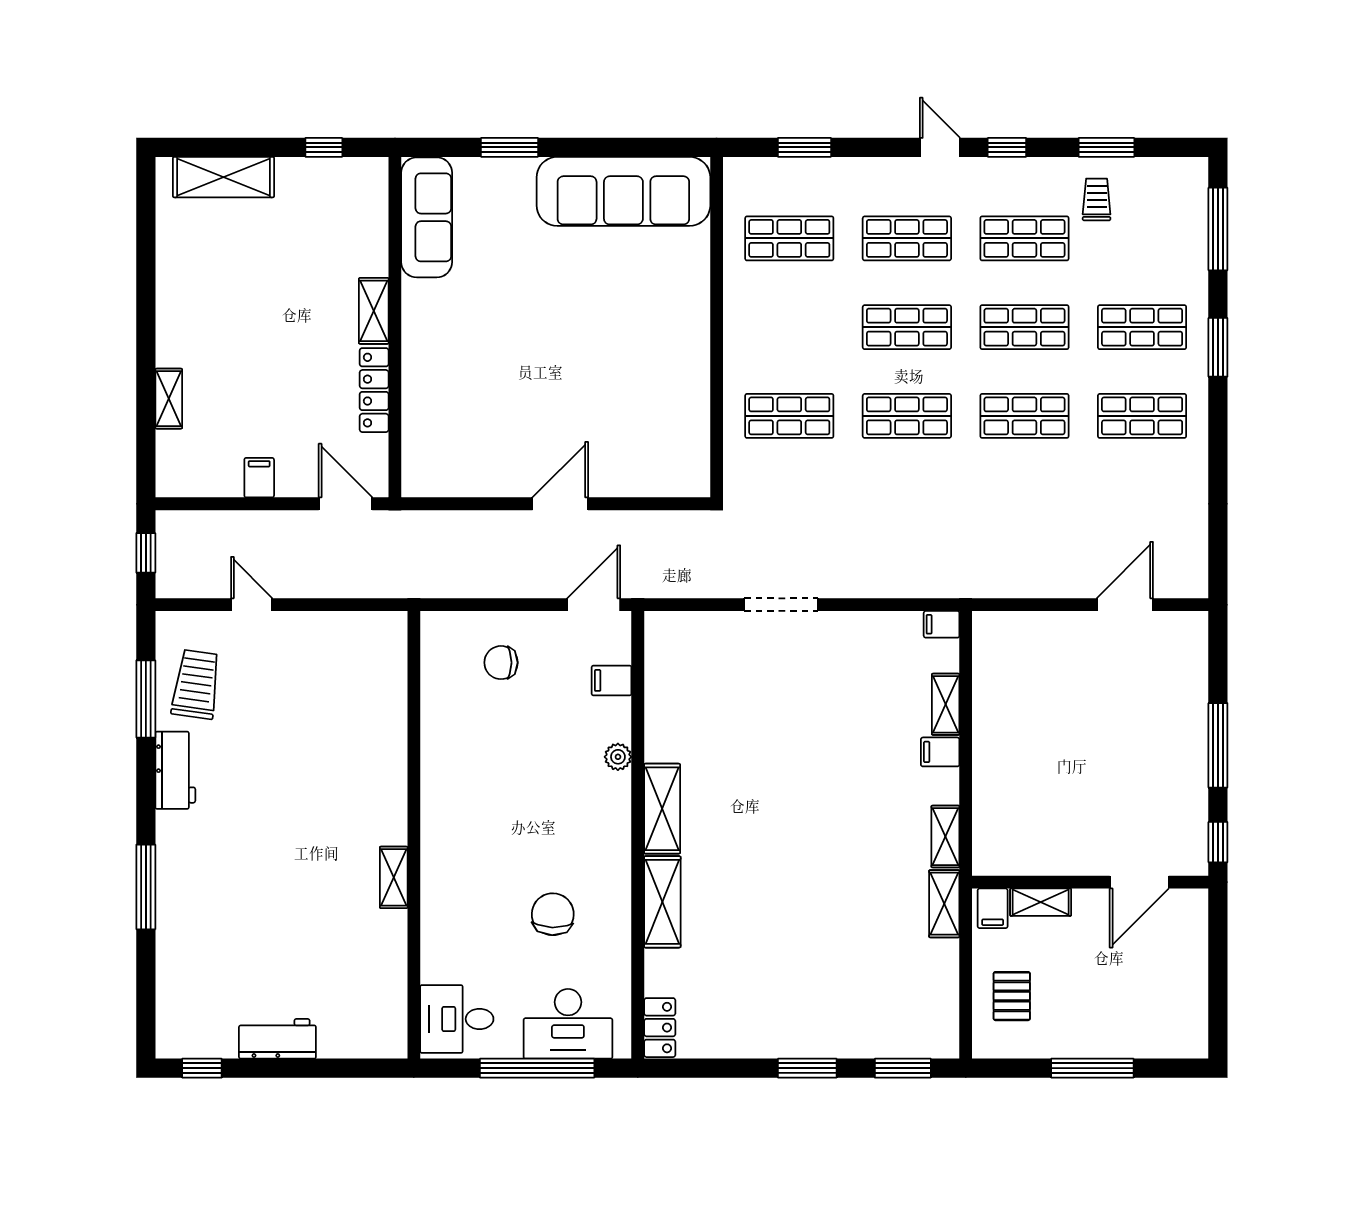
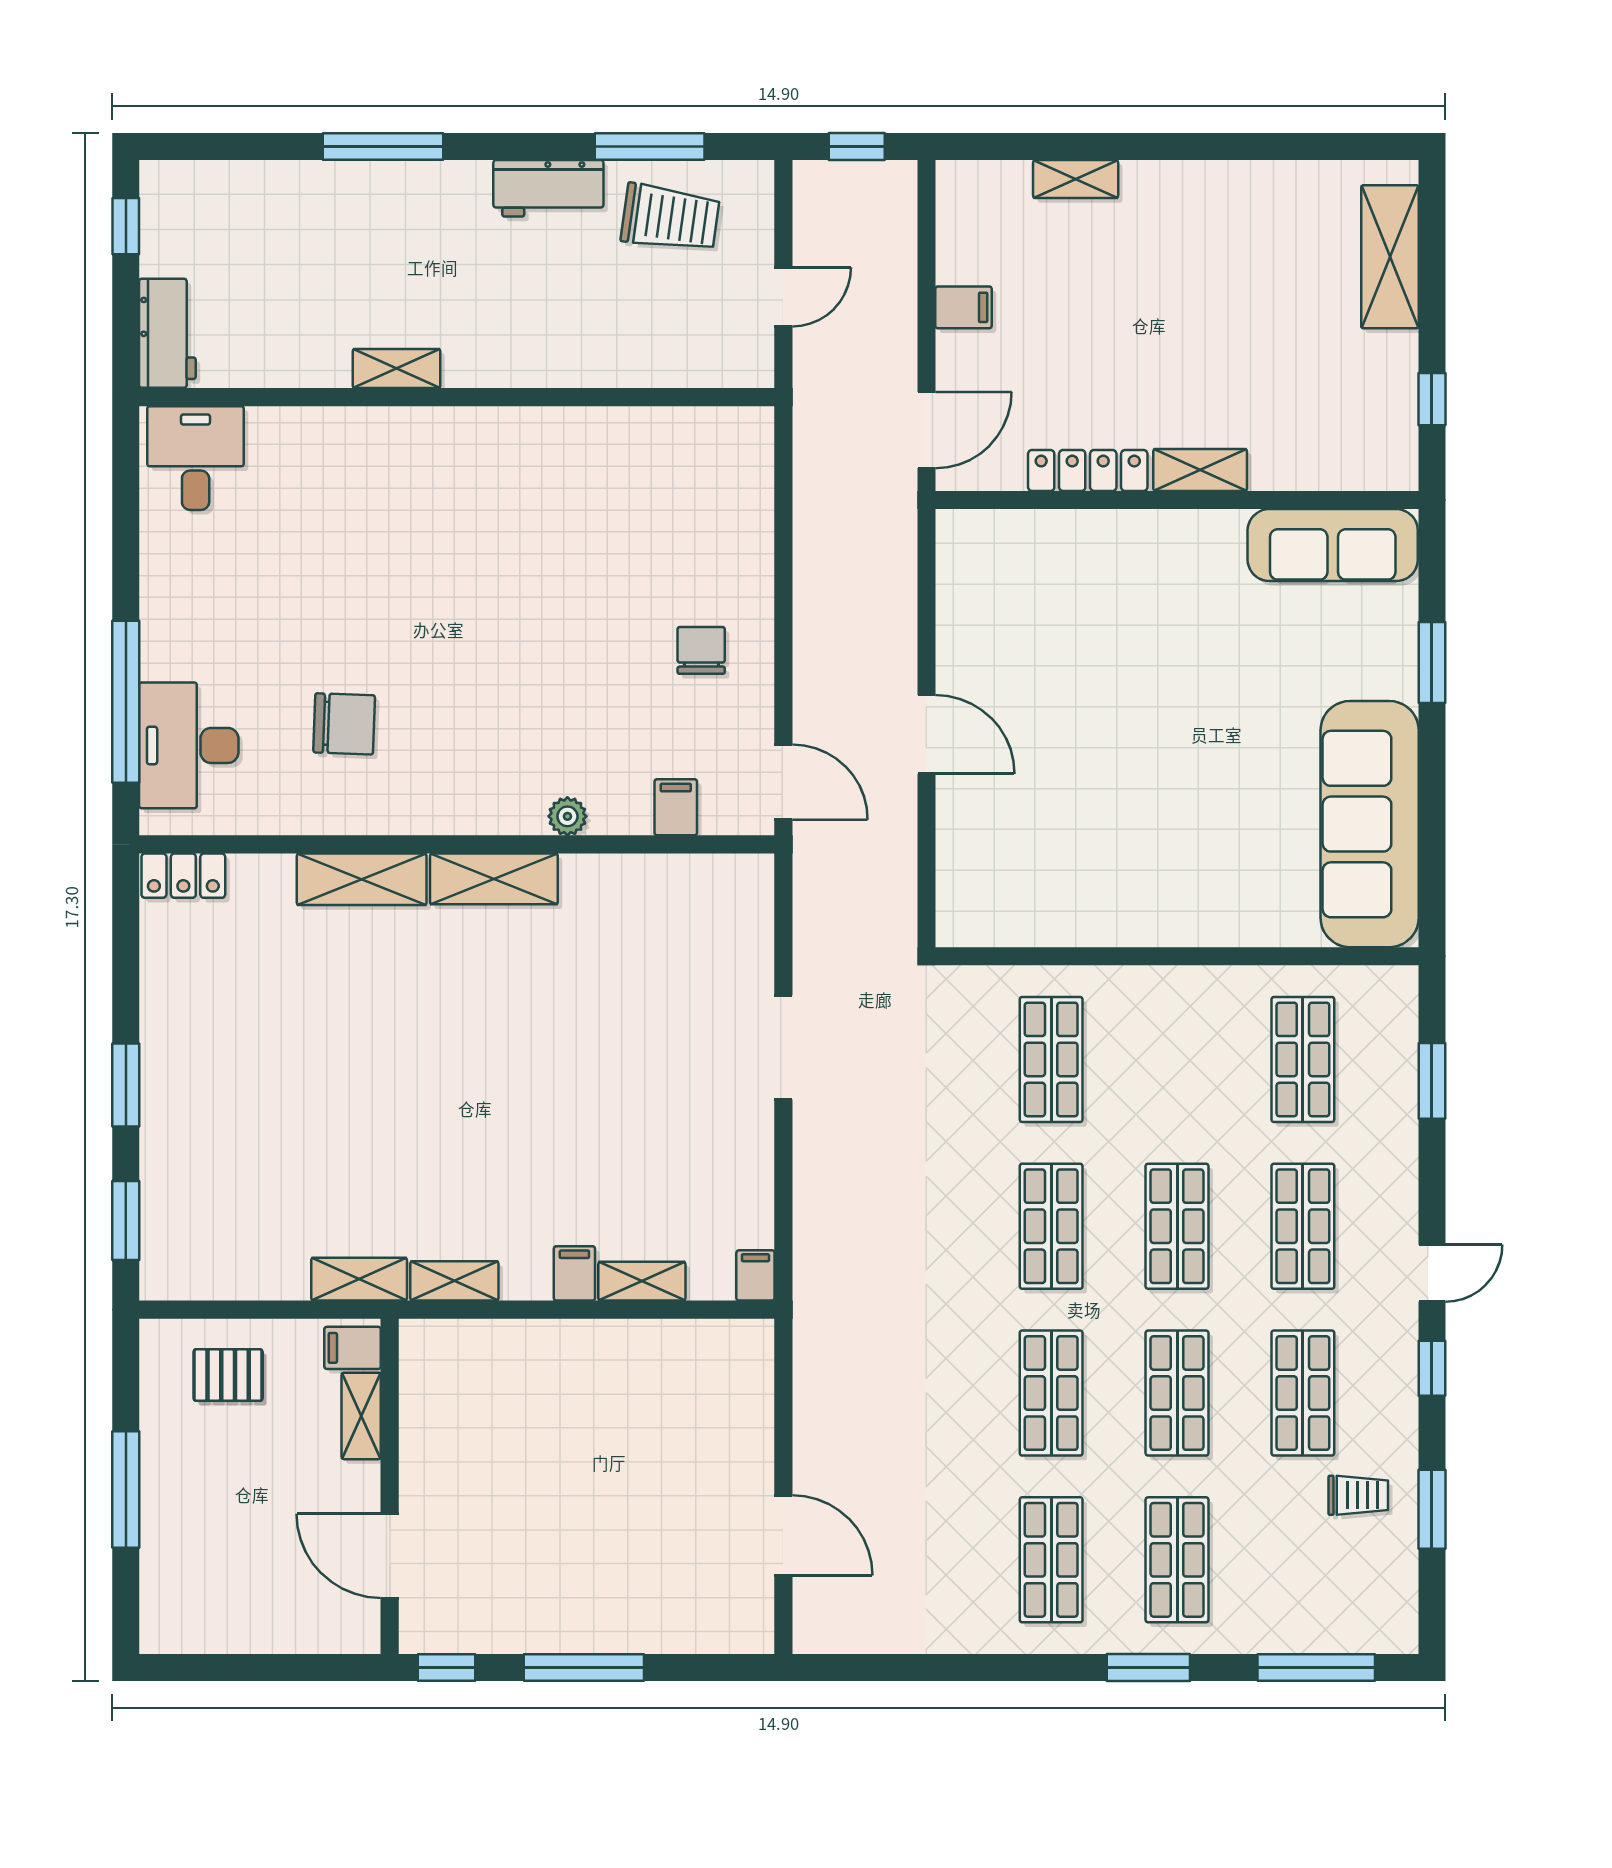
wall: (414, 835) -> (457, 397), moved
shelving: (394, 877) -> (396, 368), moved
desk: (457, 1019) -> (196, 458), moved

